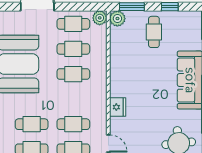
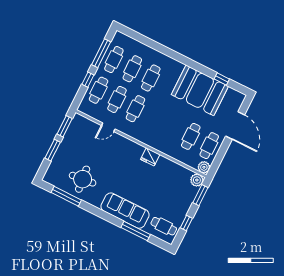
cafe table: (154, 32) -> (164, 226), moved
cafe table: (73, 74) -> (172, 127), removed
fridge: (118, 107) -> (150, 157), moved

